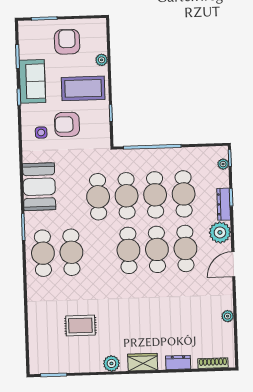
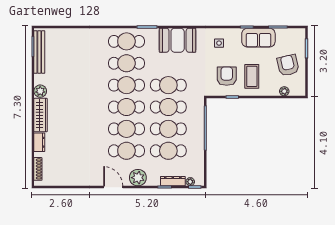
armchair: (67, 42) -> (288, 65), turned -103
plant: (102, 60) -> (284, 91), moved
coffee table: (83, 88) -> (252, 76), width x0.73, depth x0.76
armchair: (67, 124) -> (227, 76), moved
dresser: (224, 204) -> (173, 181), moved
cafe table: (100, 251) -> (126, 85), added
plant: (228, 316) -> (74, 181), removed
rug: (80, 325) -> (70, 68), removed
wardrobe: (143, 362) -> (40, 115), width x1.50
bench: (60, 366) -> (39, 52), added

